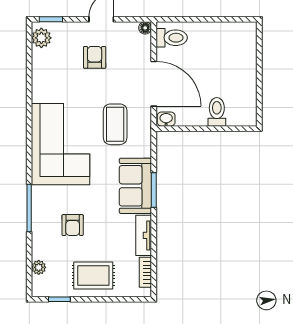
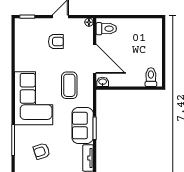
plant: (41, 38) -> (21, 29), removed
armchair: (95, 57) -> (56, 42), turned 90
toilet: (217, 112) -> (151, 77), moved
armchair: (73, 225) -> (42, 151), turned 71

